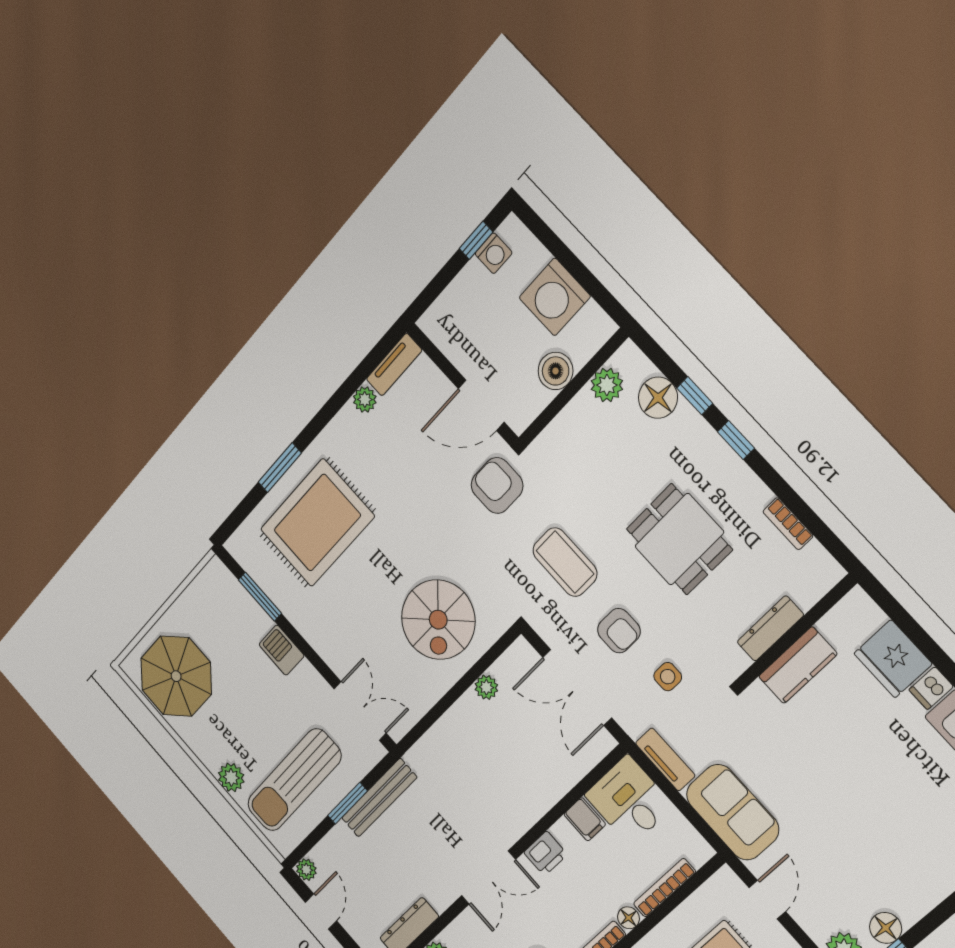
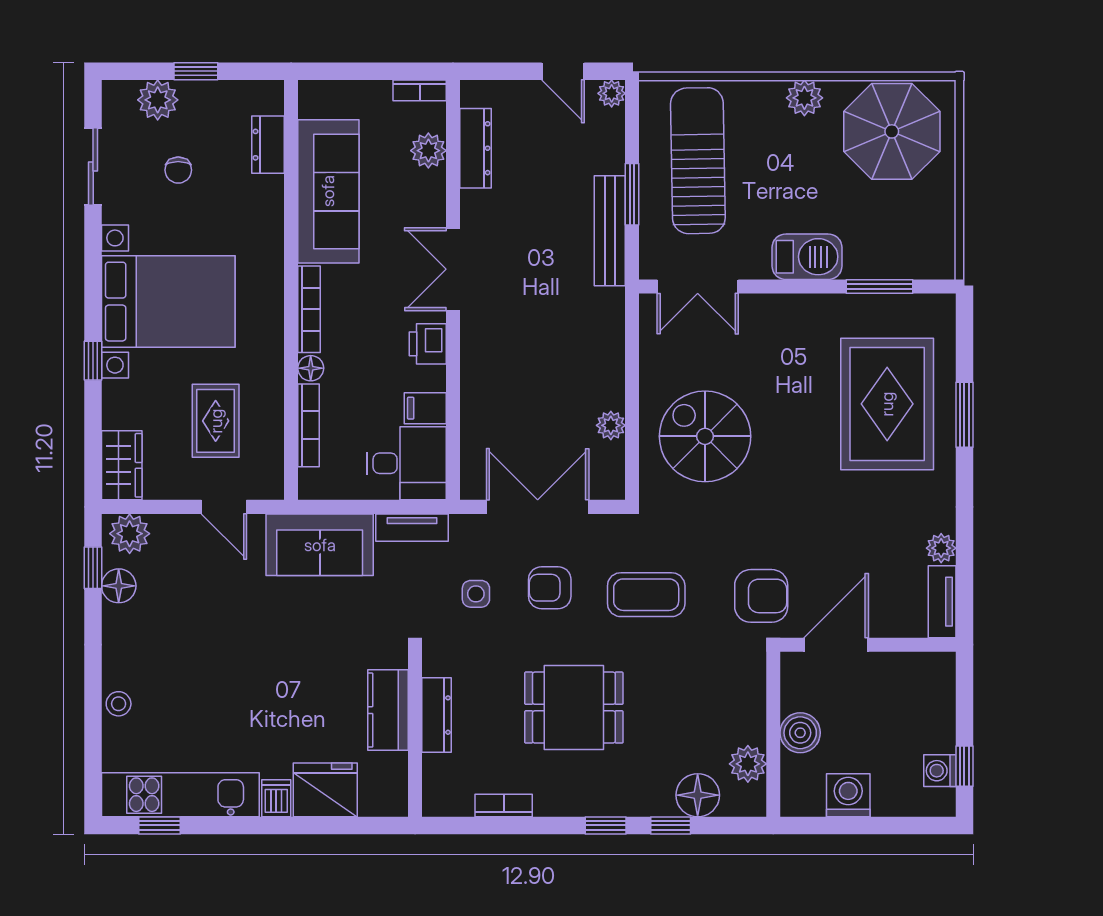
washing machine: (555, 297) -> (848, 795), width x0.73, depth x0.73
barbecue: (282, 650) -> (807, 257), width x1.38, depth x1.27
plant: (231, 777) -> (804, 98), moved

